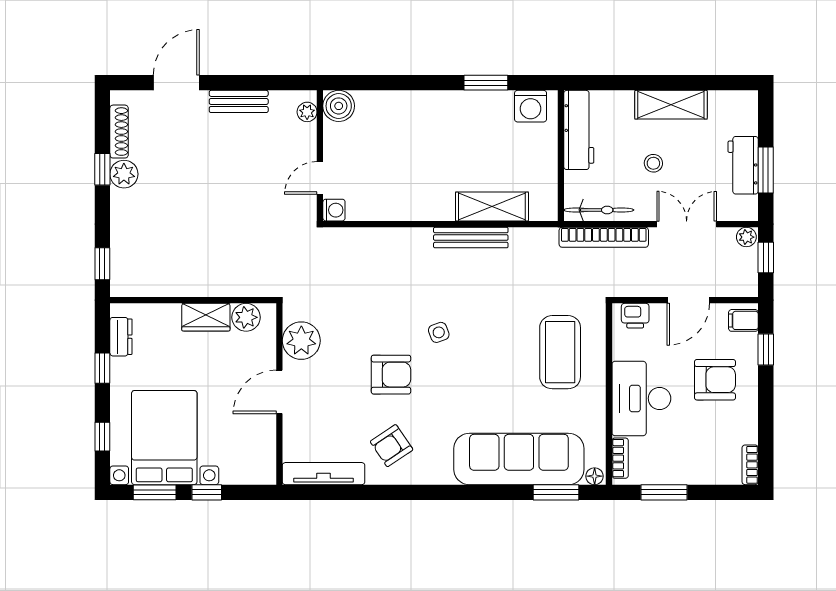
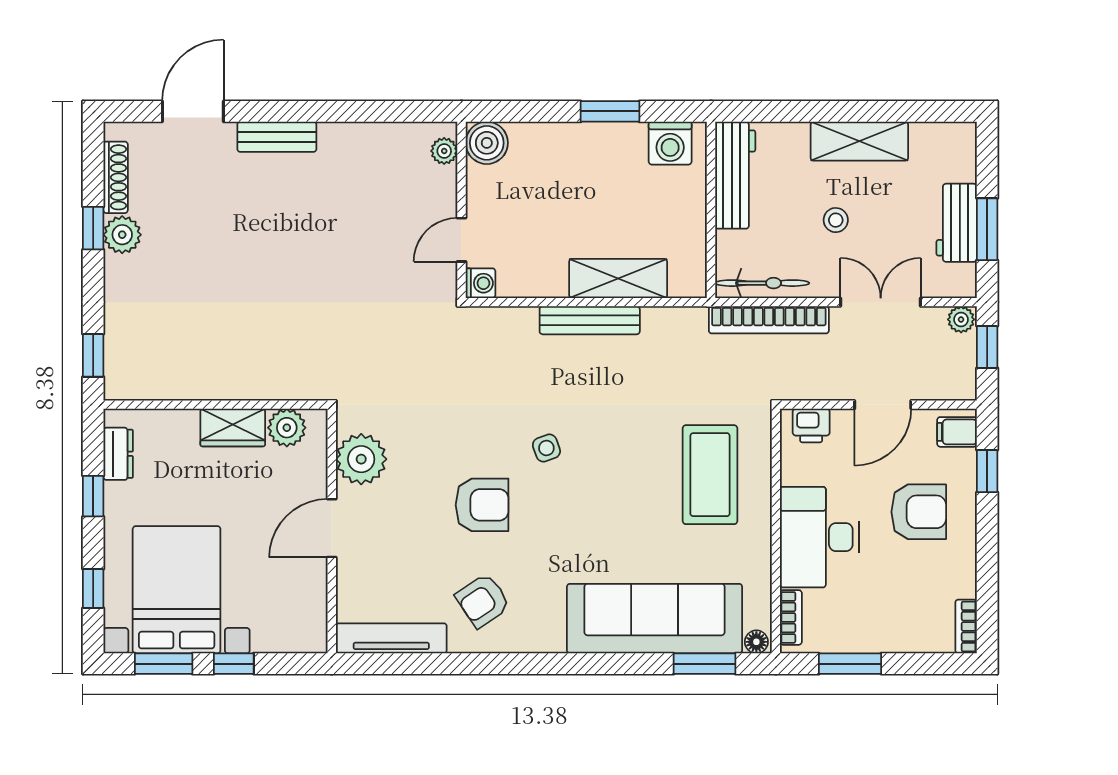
boiler: (339, 106) -> (487, 143), moved
plant: (307, 112) -> (444, 151), moved
wall: (320, 156) -> (462, 210), moved
door: (320, 178) -> (462, 240), moved
washing machine: (334, 210) -> (480, 283), moved

